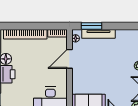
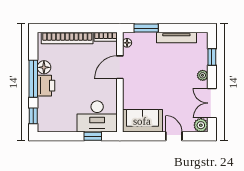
tv unit: (98, 34) -> (176, 37), moved

